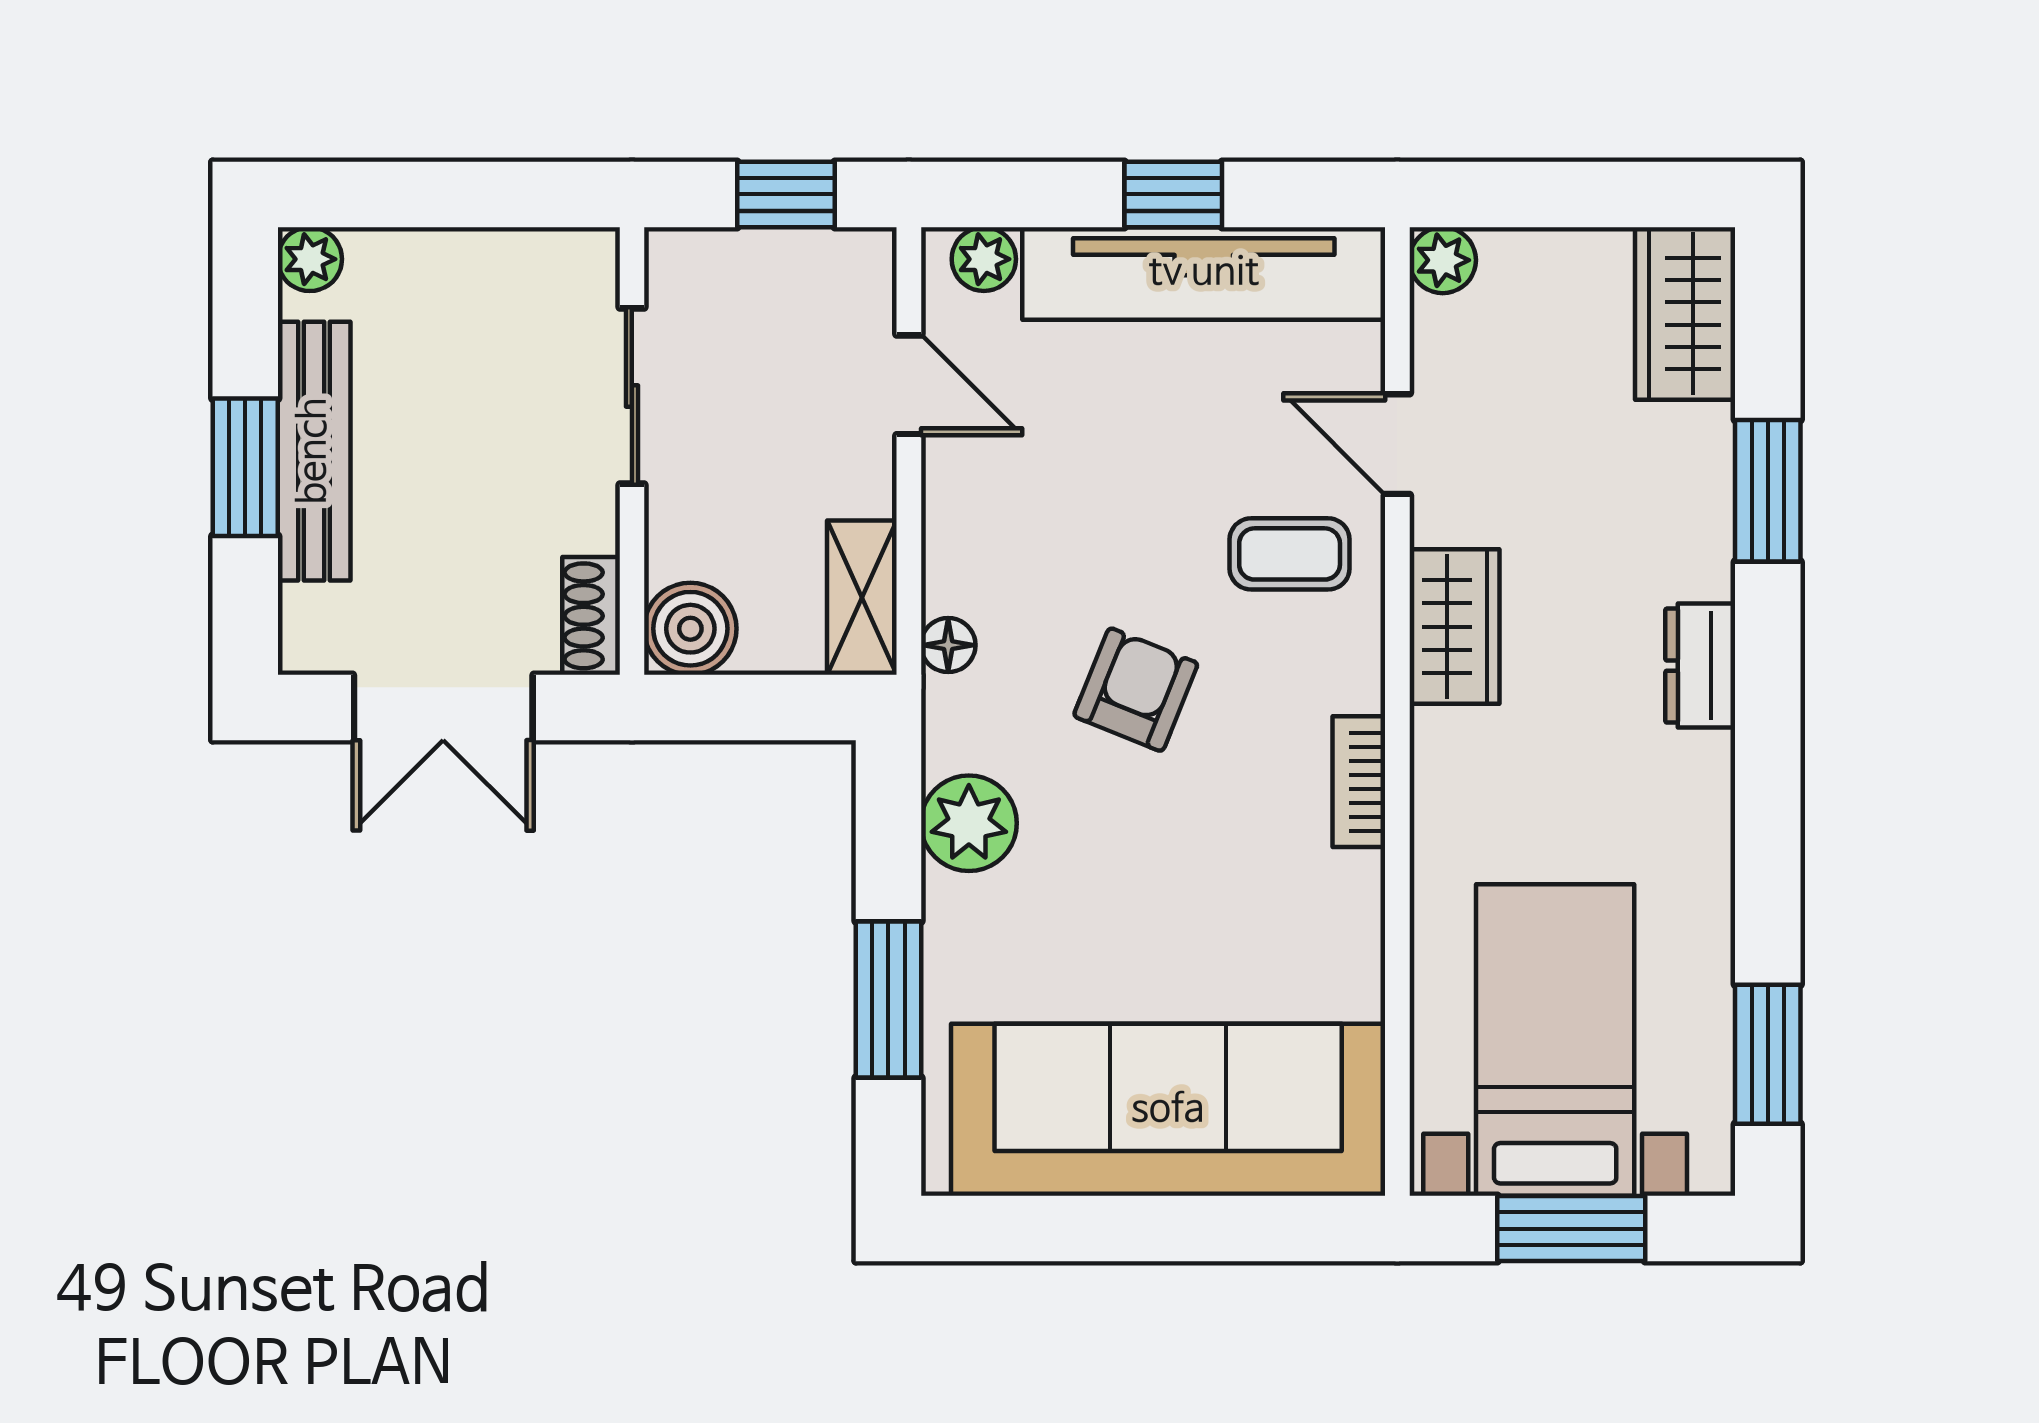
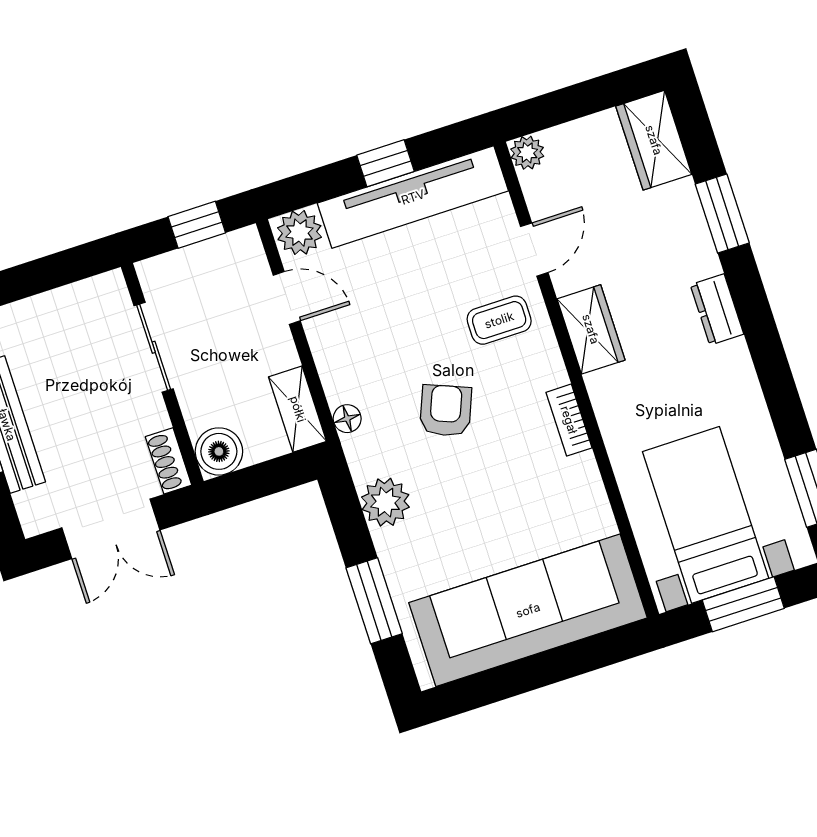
plant: (984, 259) -> (299, 233), width x1.38, depth x1.38
door: (1397, 444) -> (534, 250), swing flipped

